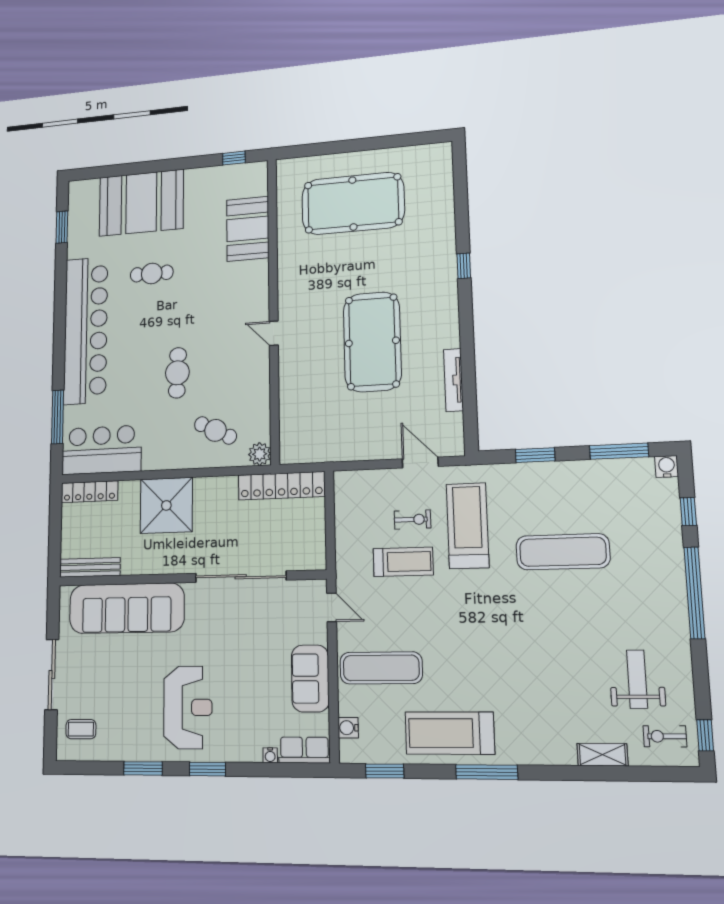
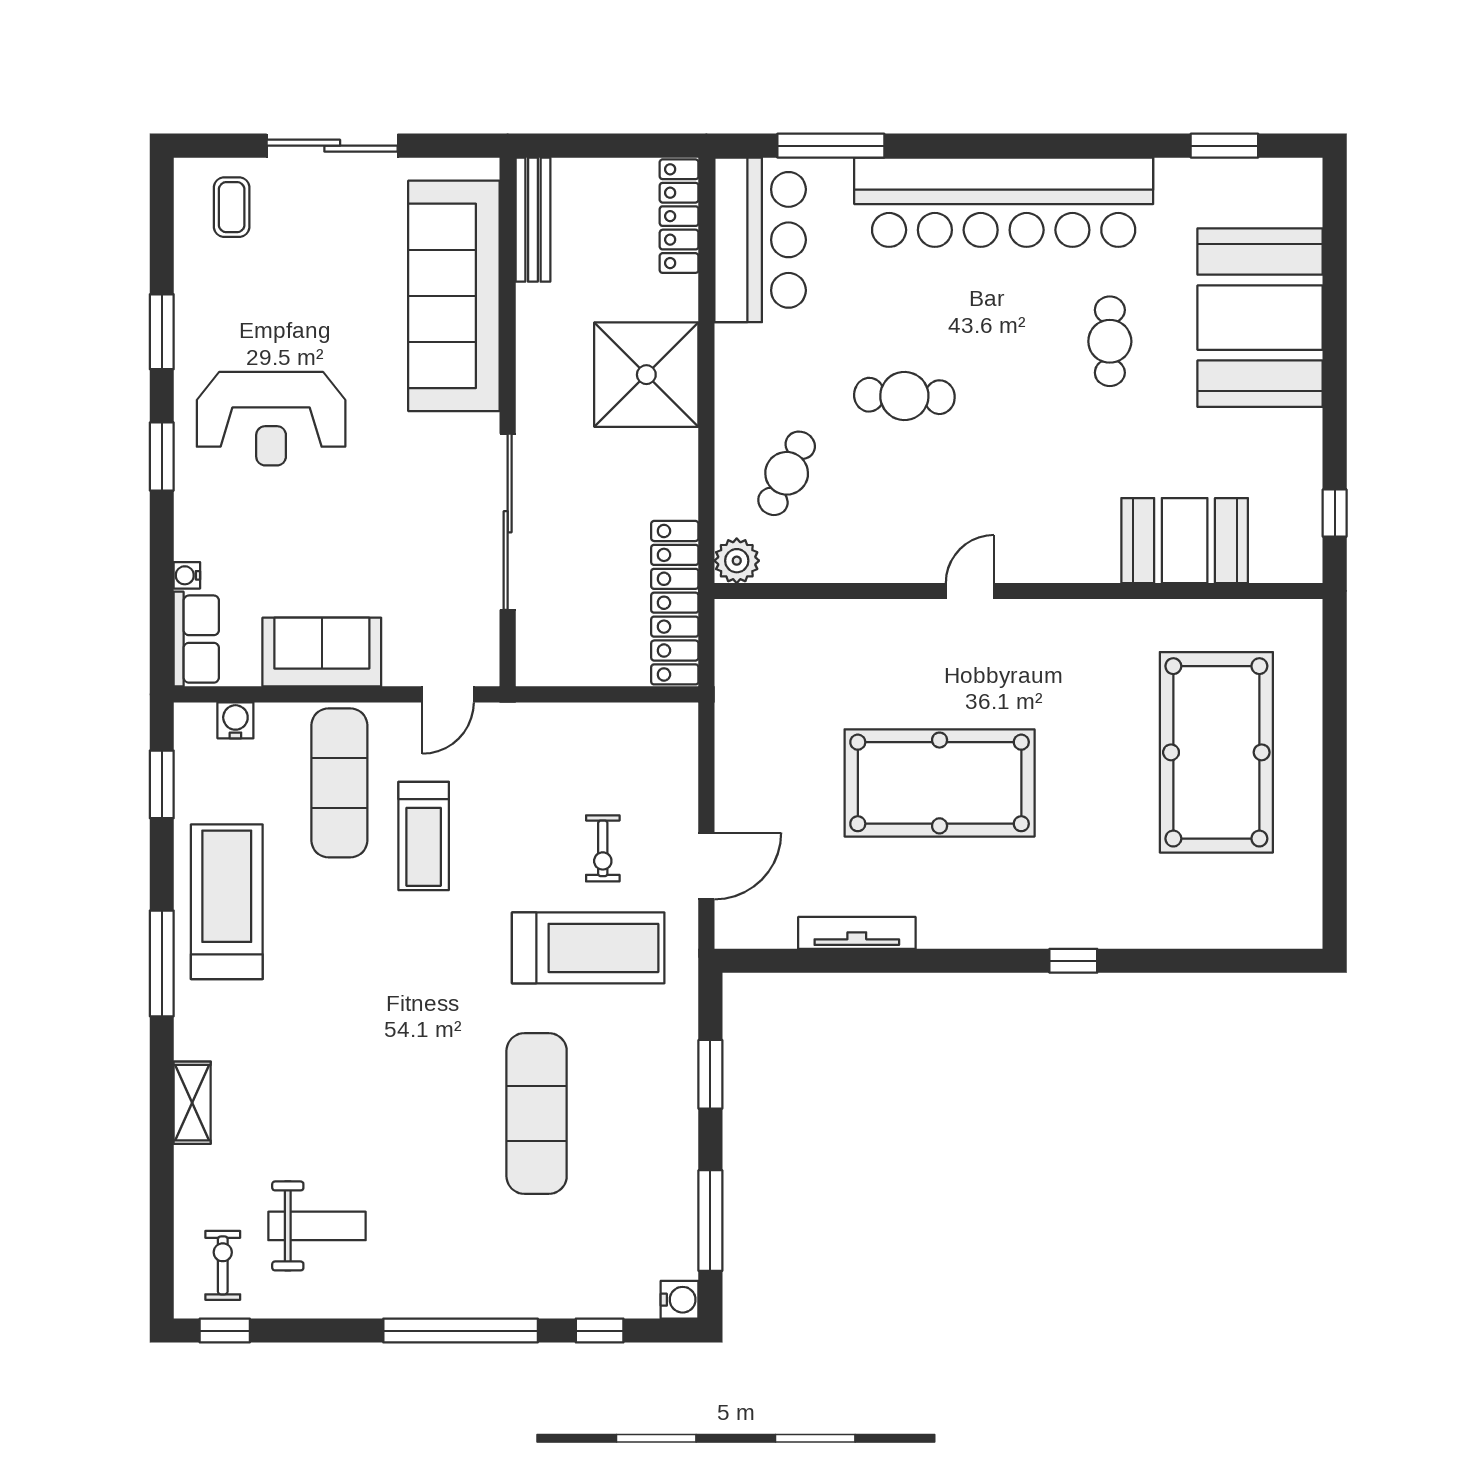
treadmill: (403, 562) -> (424, 836), moved
shelving: (602, 755) -> (192, 1103), moved

